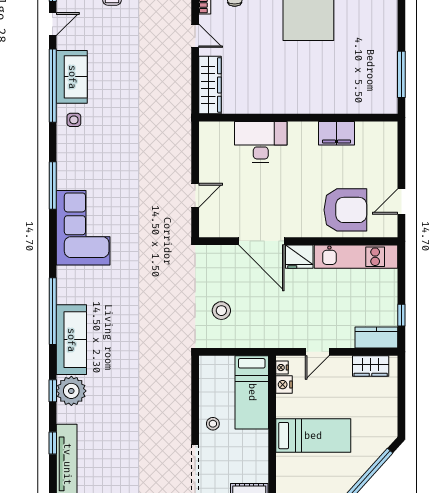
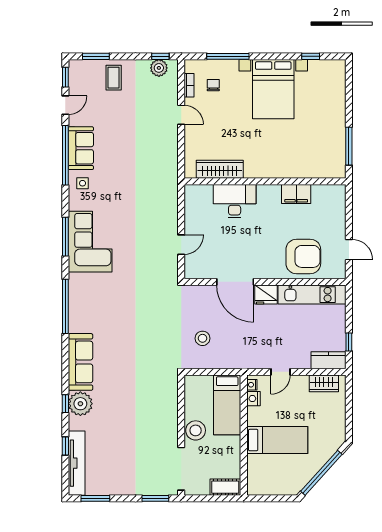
wardrobe: (210, 85) -> (220, 169), moved, turned -90
door: (401, 201) -> (349, 250), swing flipped
corner sofa: (83, 228) -> (90, 242), moved
window: (53, 311) -> (65, 306), moved
stool: (213, 424) -> (196, 430), width x1.89, depth x1.89

